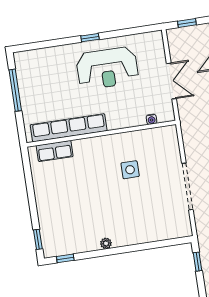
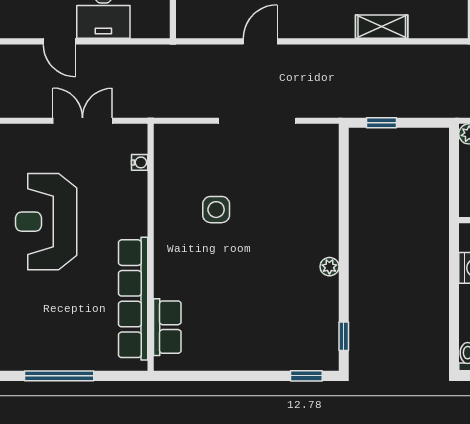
reception desk: (107, 68) -> (46, 222), turned 180

